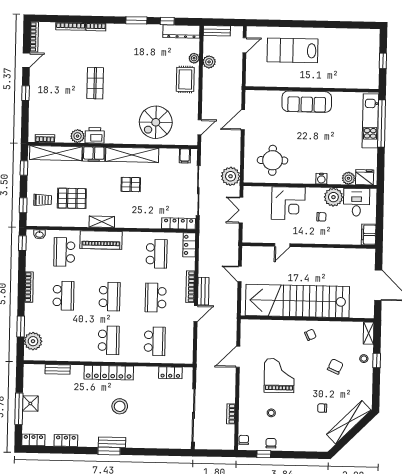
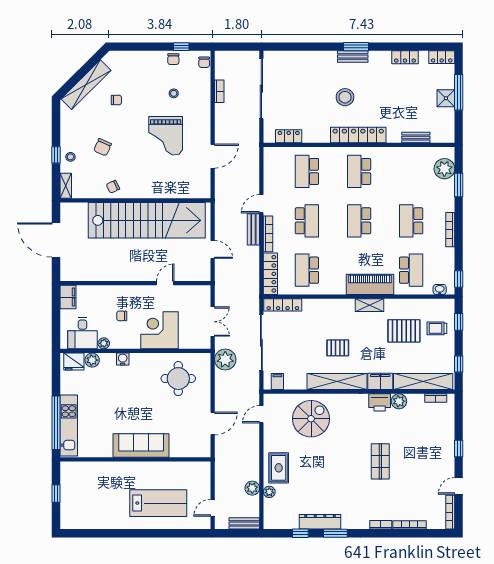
dresser: (181, 31) -> (320, 522), moved
plant: (333, 197) -> (104, 343), width x0.53, depth x0.53
locker: (189, 245) -> (270, 274), width x1.53
chair: (310, 335) -> (113, 187), moved

